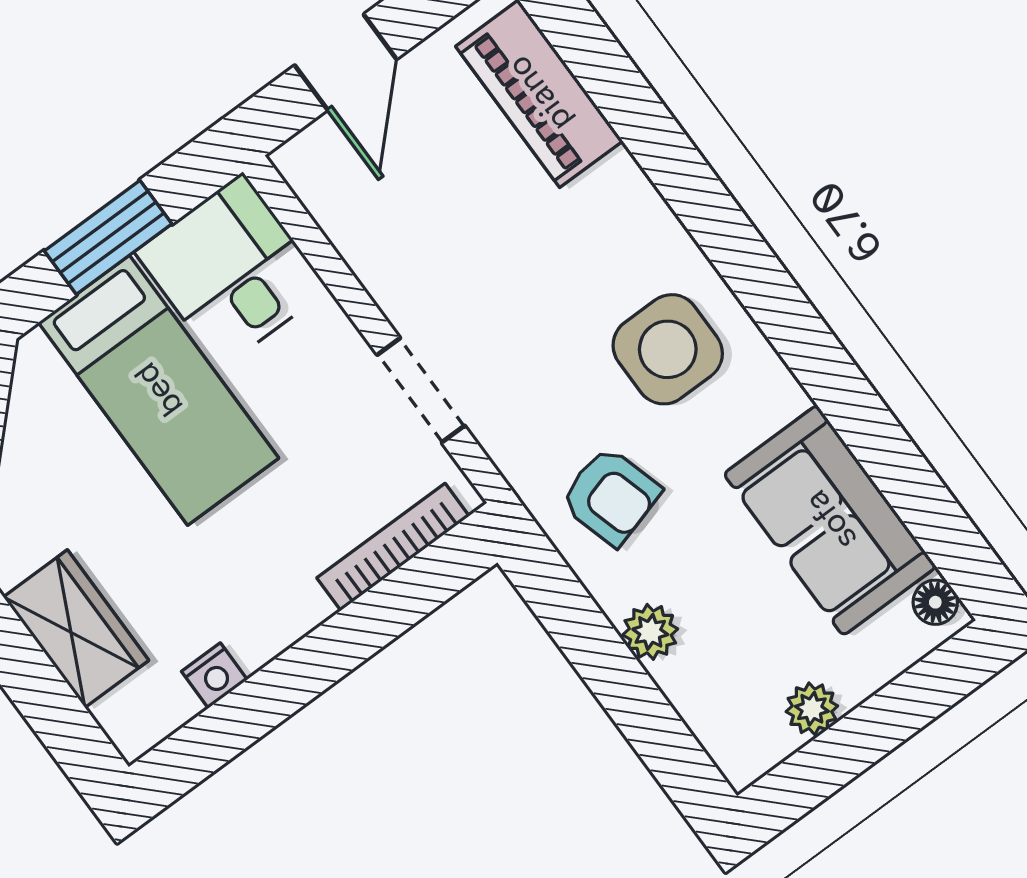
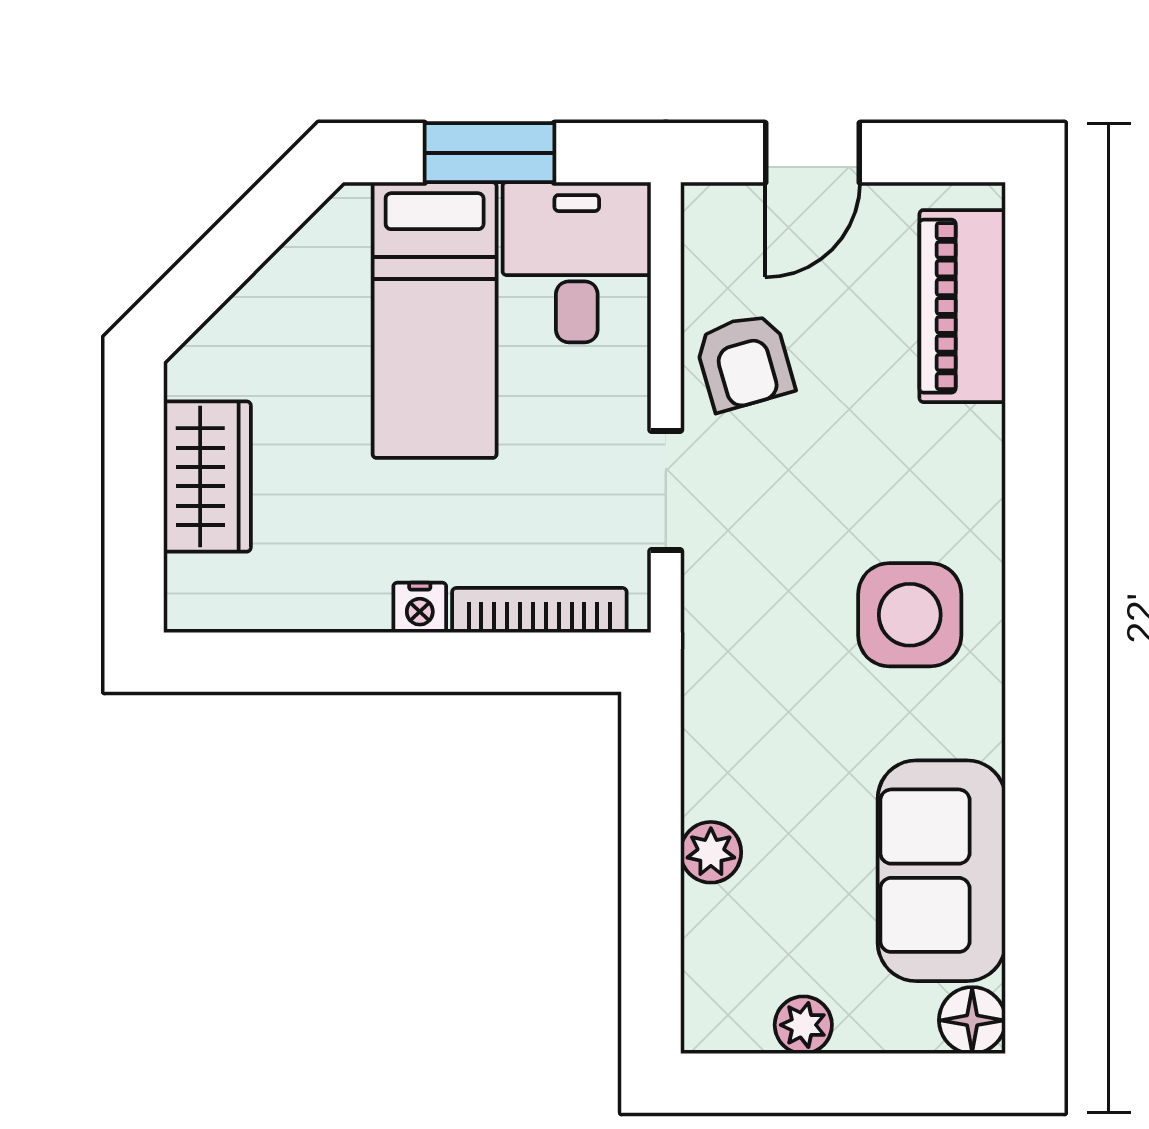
armchair: (611, 496) -> (744, 362), moved
floor lamp: (935, 602) -> (972, 1020), width x1.37, depth x1.37
nightstand: (214, 676) -> (420, 608), moved

